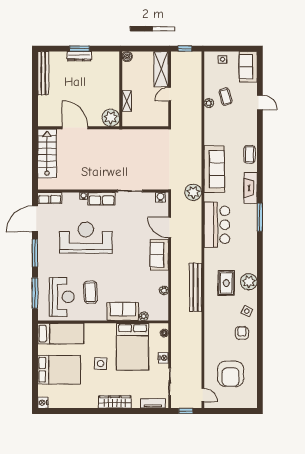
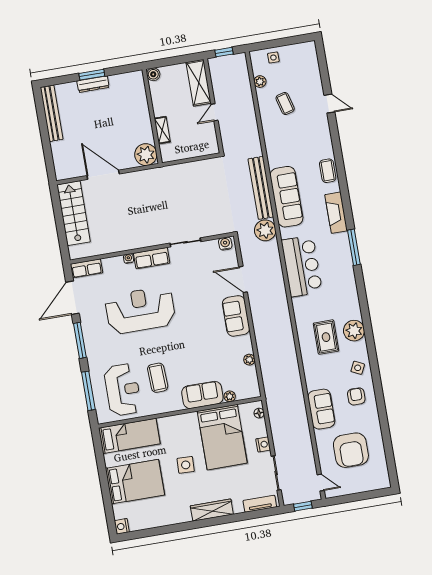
sofa: (248, 67) -> (321, 409), moved, turned 180
plant: (209, 103) -> (260, 82), moved
bench: (196, 287) -> (261, 188), moved

